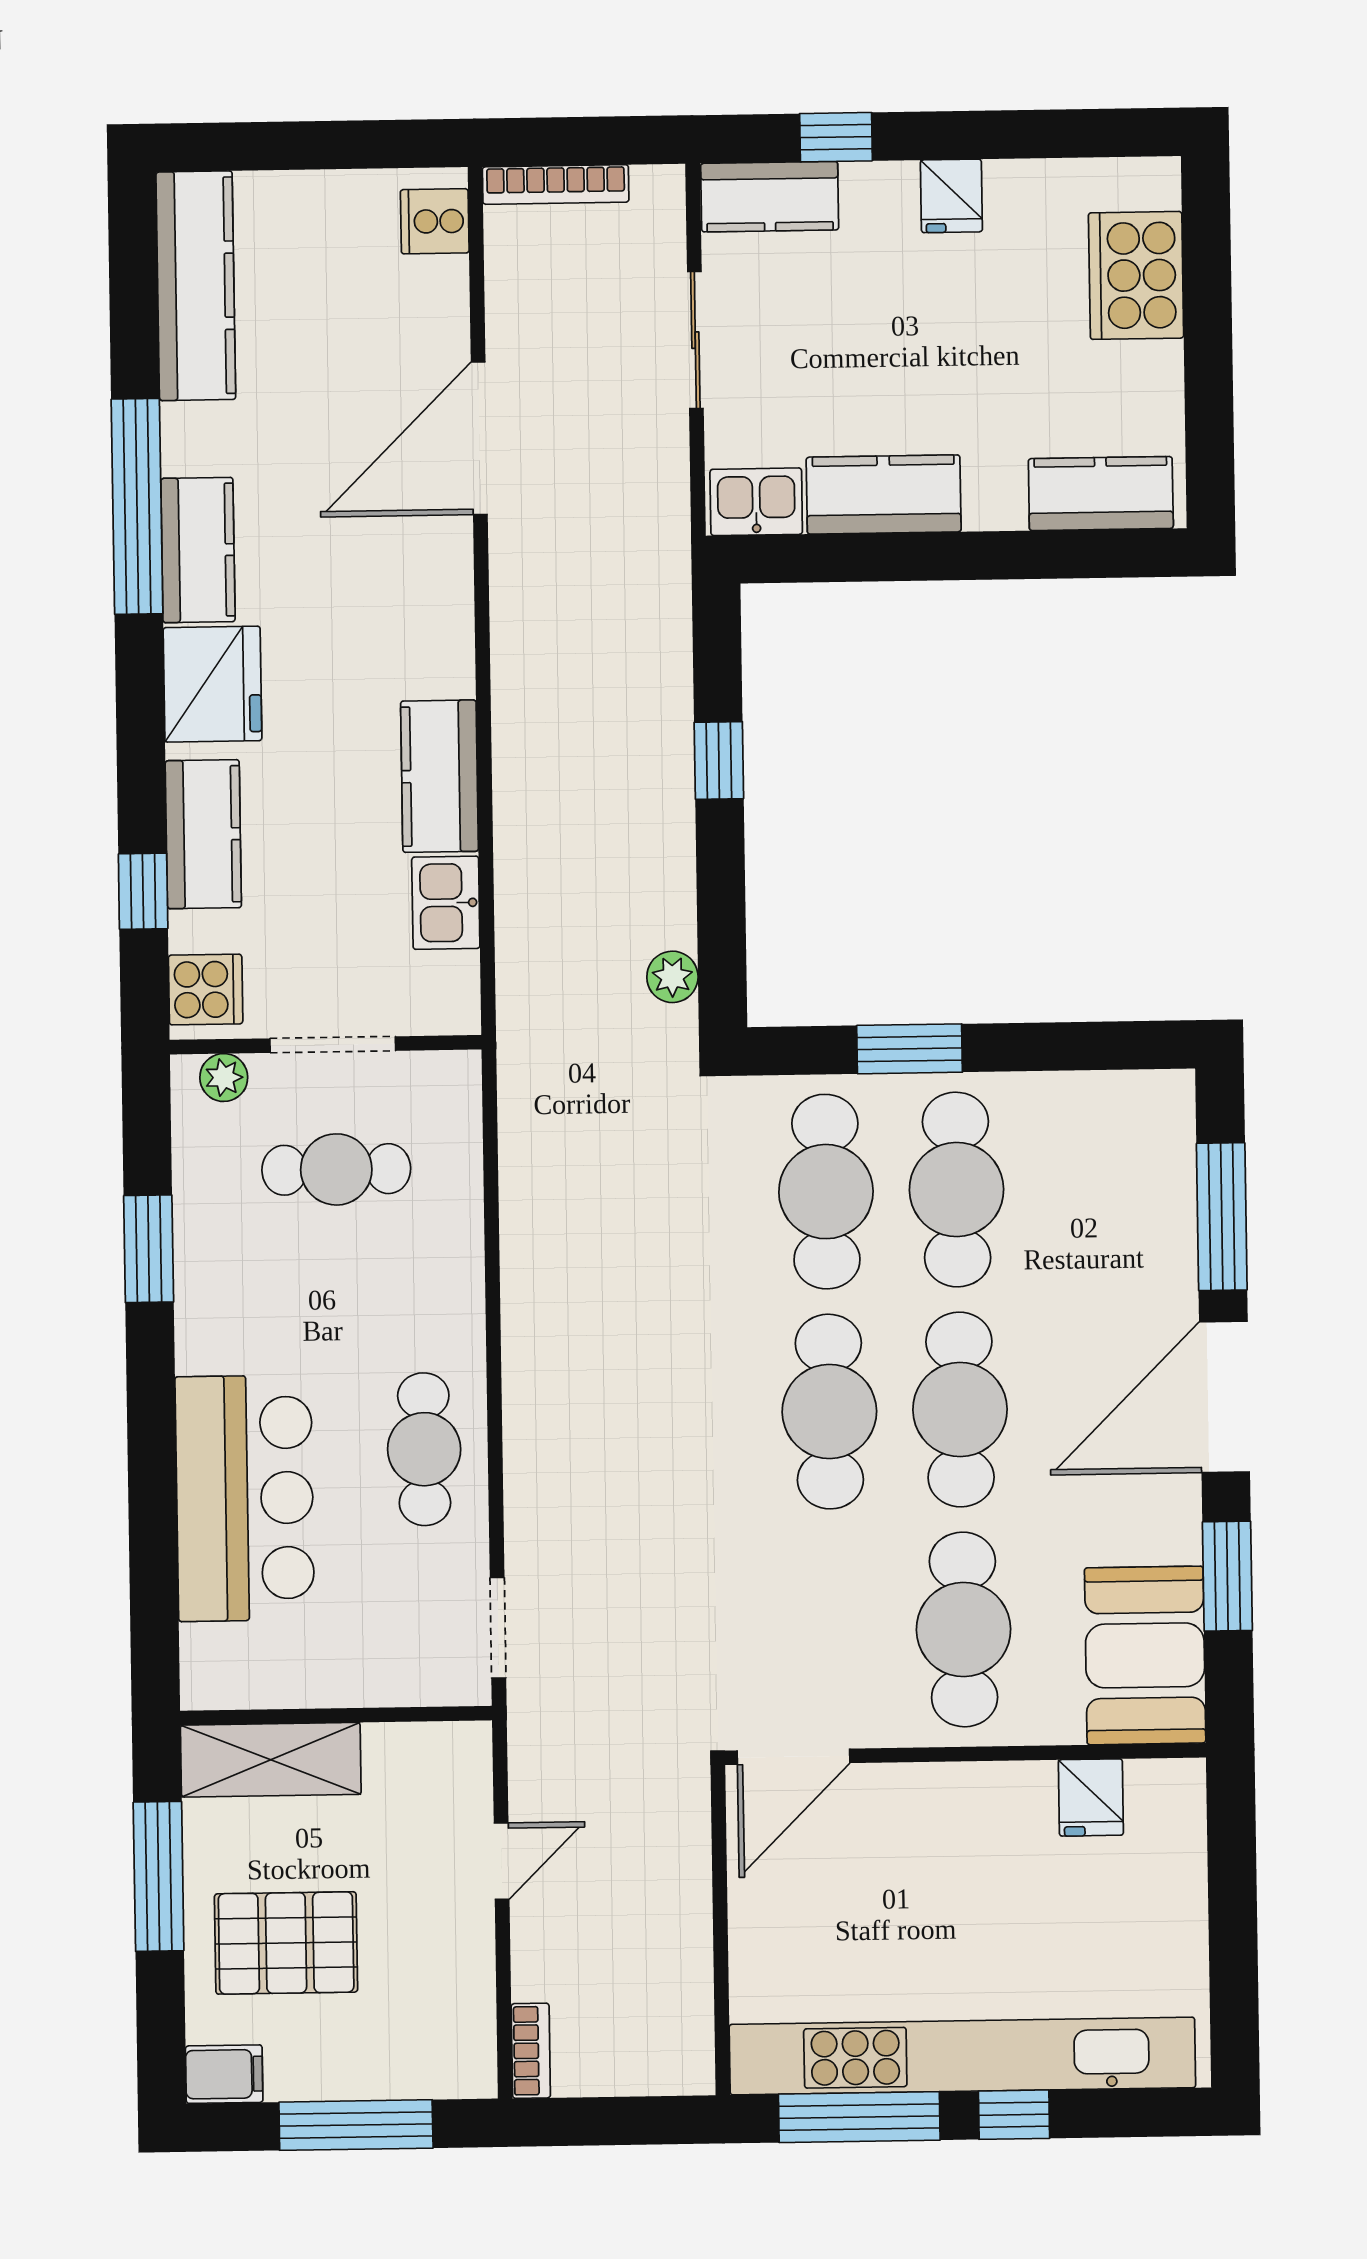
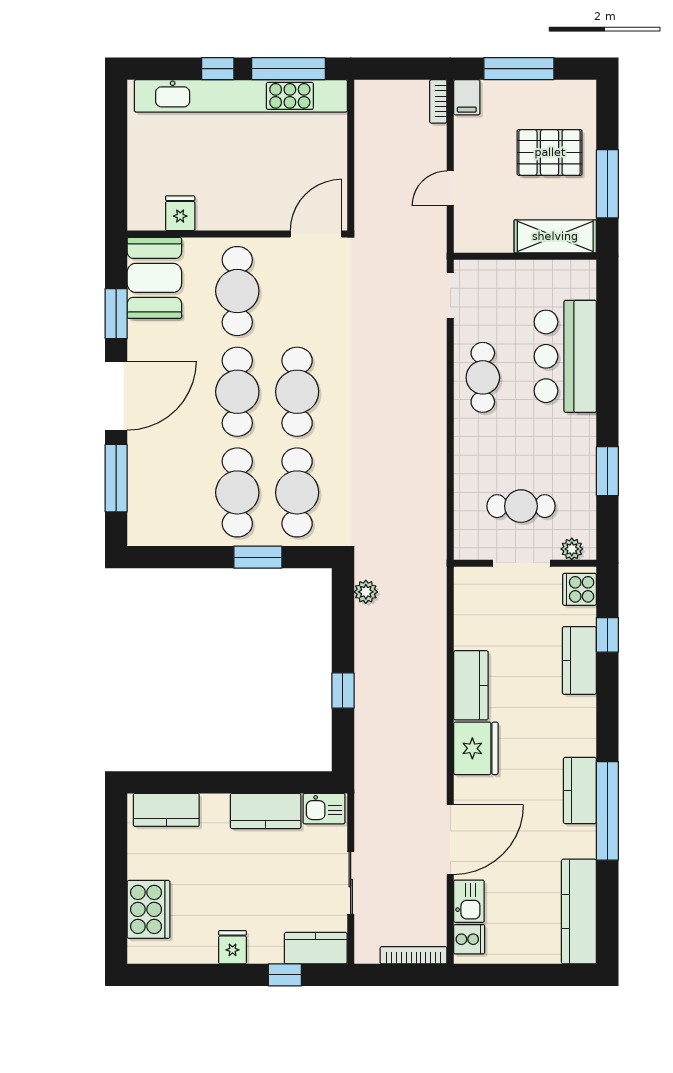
fridge: (212, 684) -> (476, 748), moved, turned 180
kitchen sink: (446, 903) -> (469, 901), moved
filing cabinet: (224, 2074) -> (467, 97), moved, turned -90

